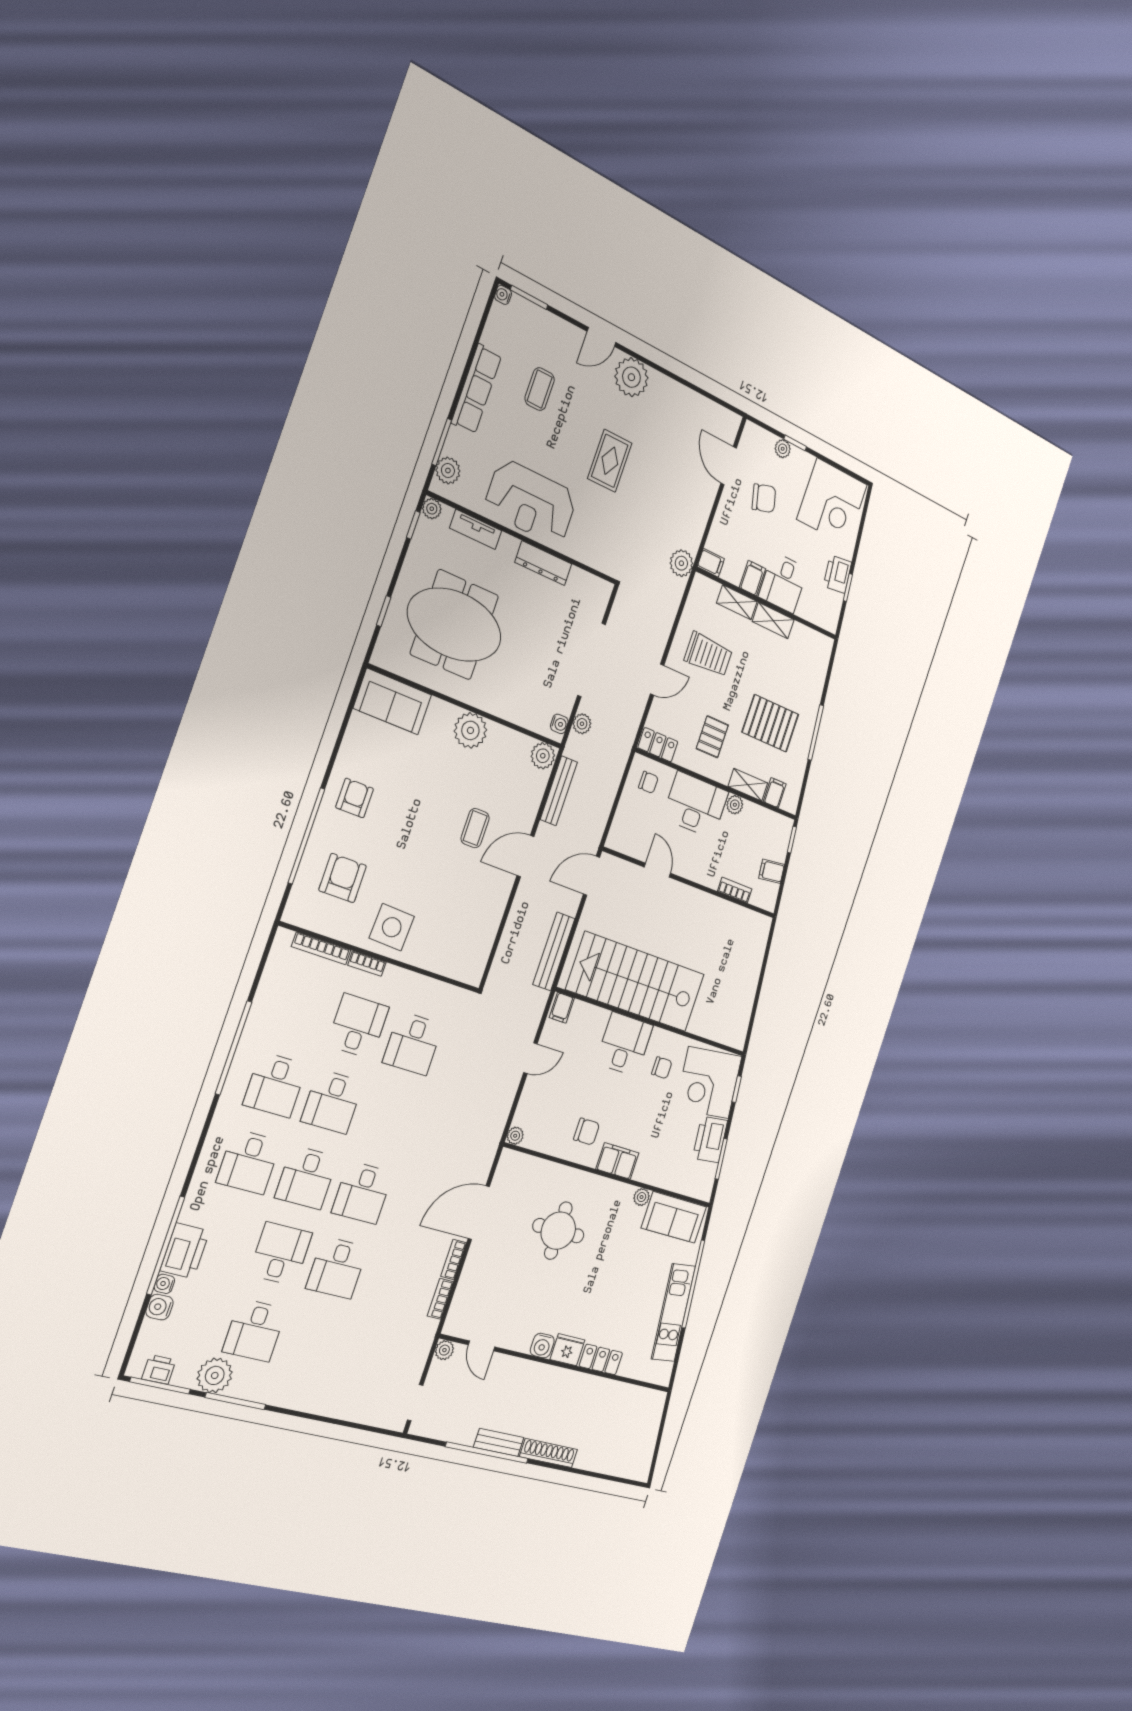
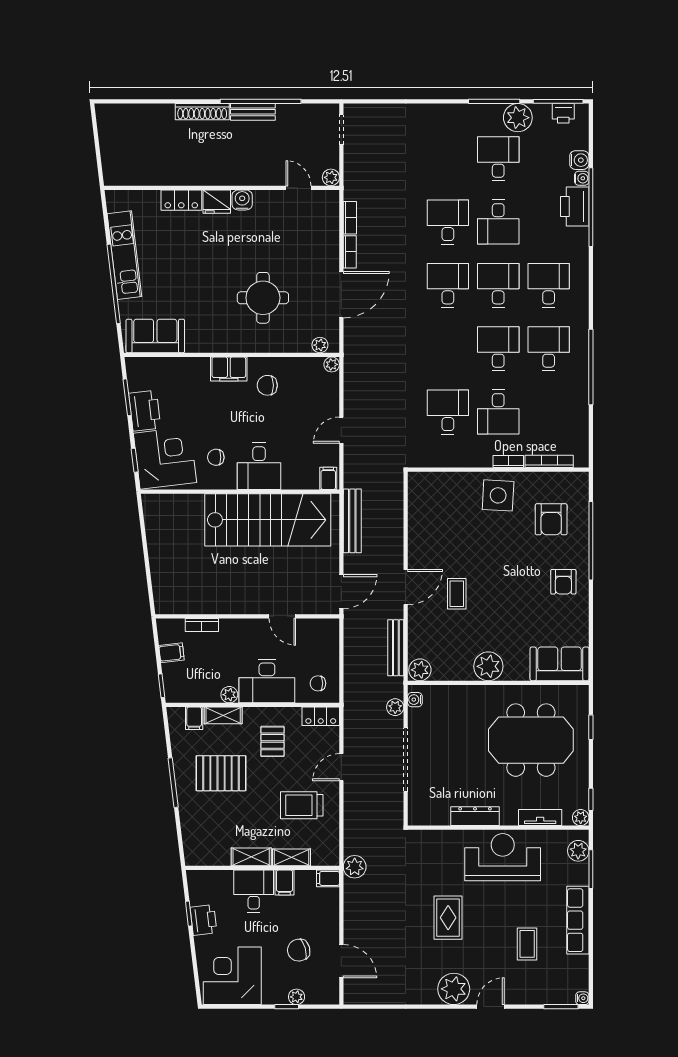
plant: (642, 1197) -> (320, 345), moved

